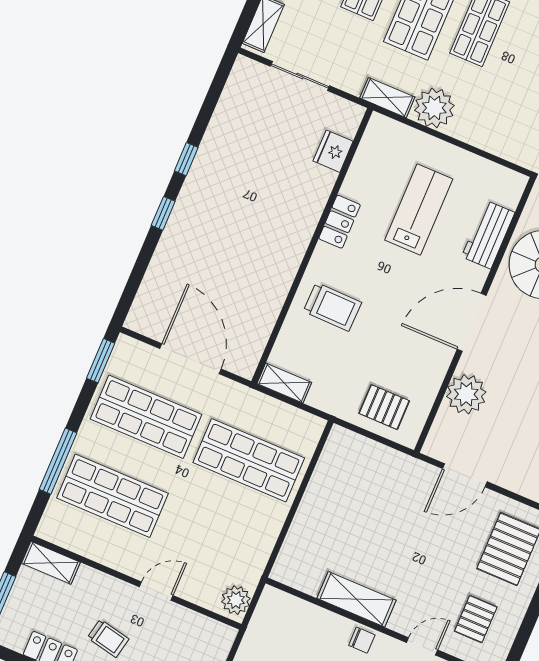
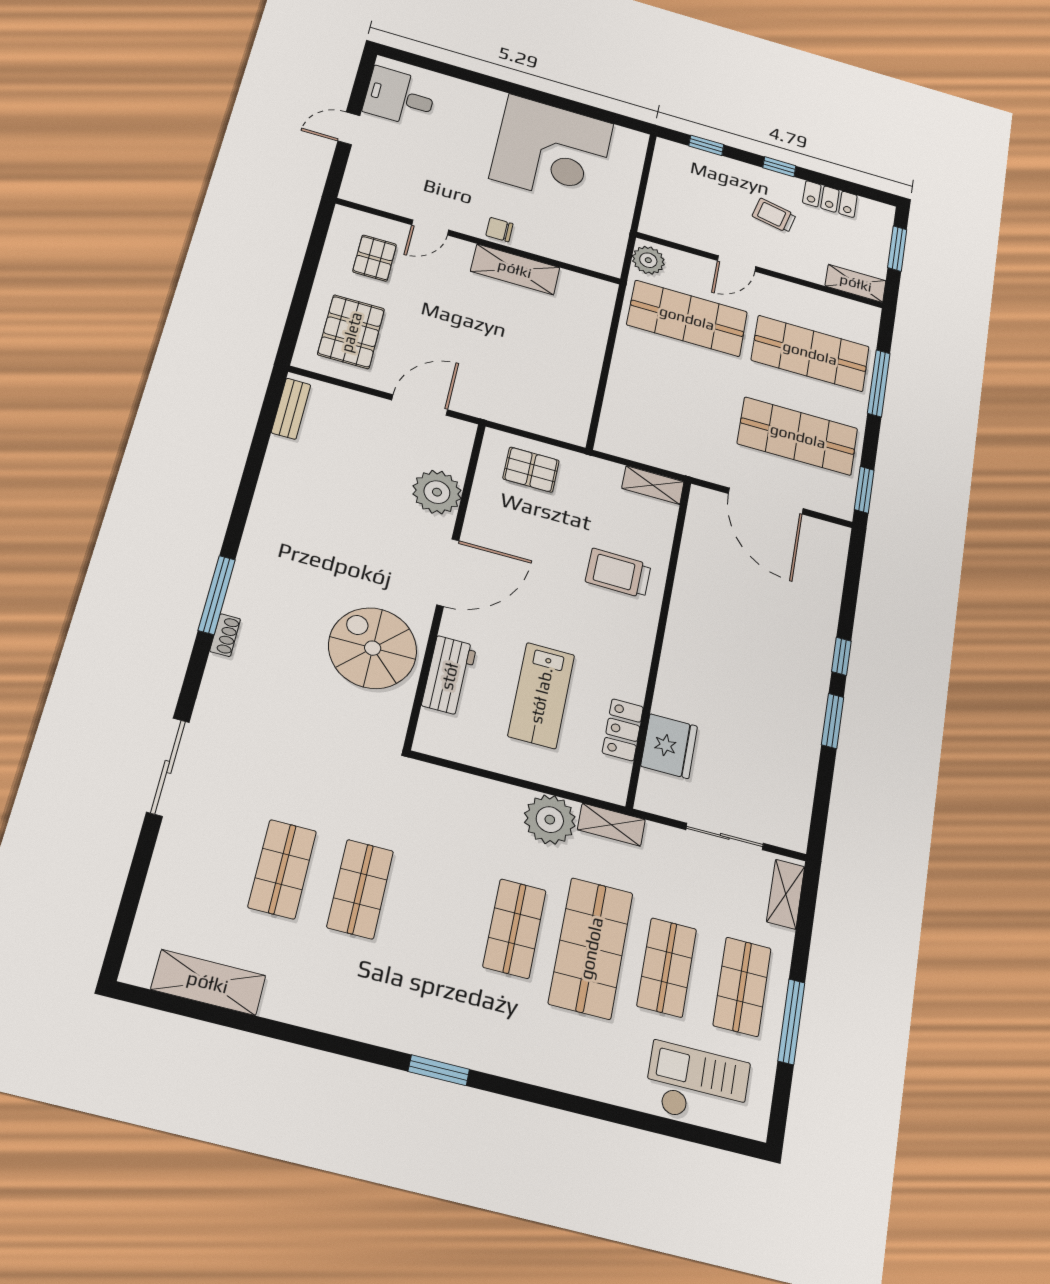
fridge: (333, 151) -> (669, 746), width x1.36, depth x1.34
window: (186, 159) -> (833, 721), width x1.50
locker: (340, 222) -> (623, 730), moved
shop shelf: (249, 460) -> (687, 318), moved

